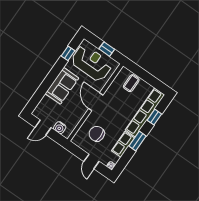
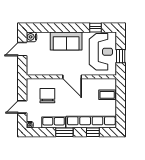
door: (96, 102) -> (72, 77), swing flipped
door: (43, 128) -> (22, 49), hinge flipped
water cooler: (60, 128) -> (31, 37), moved

